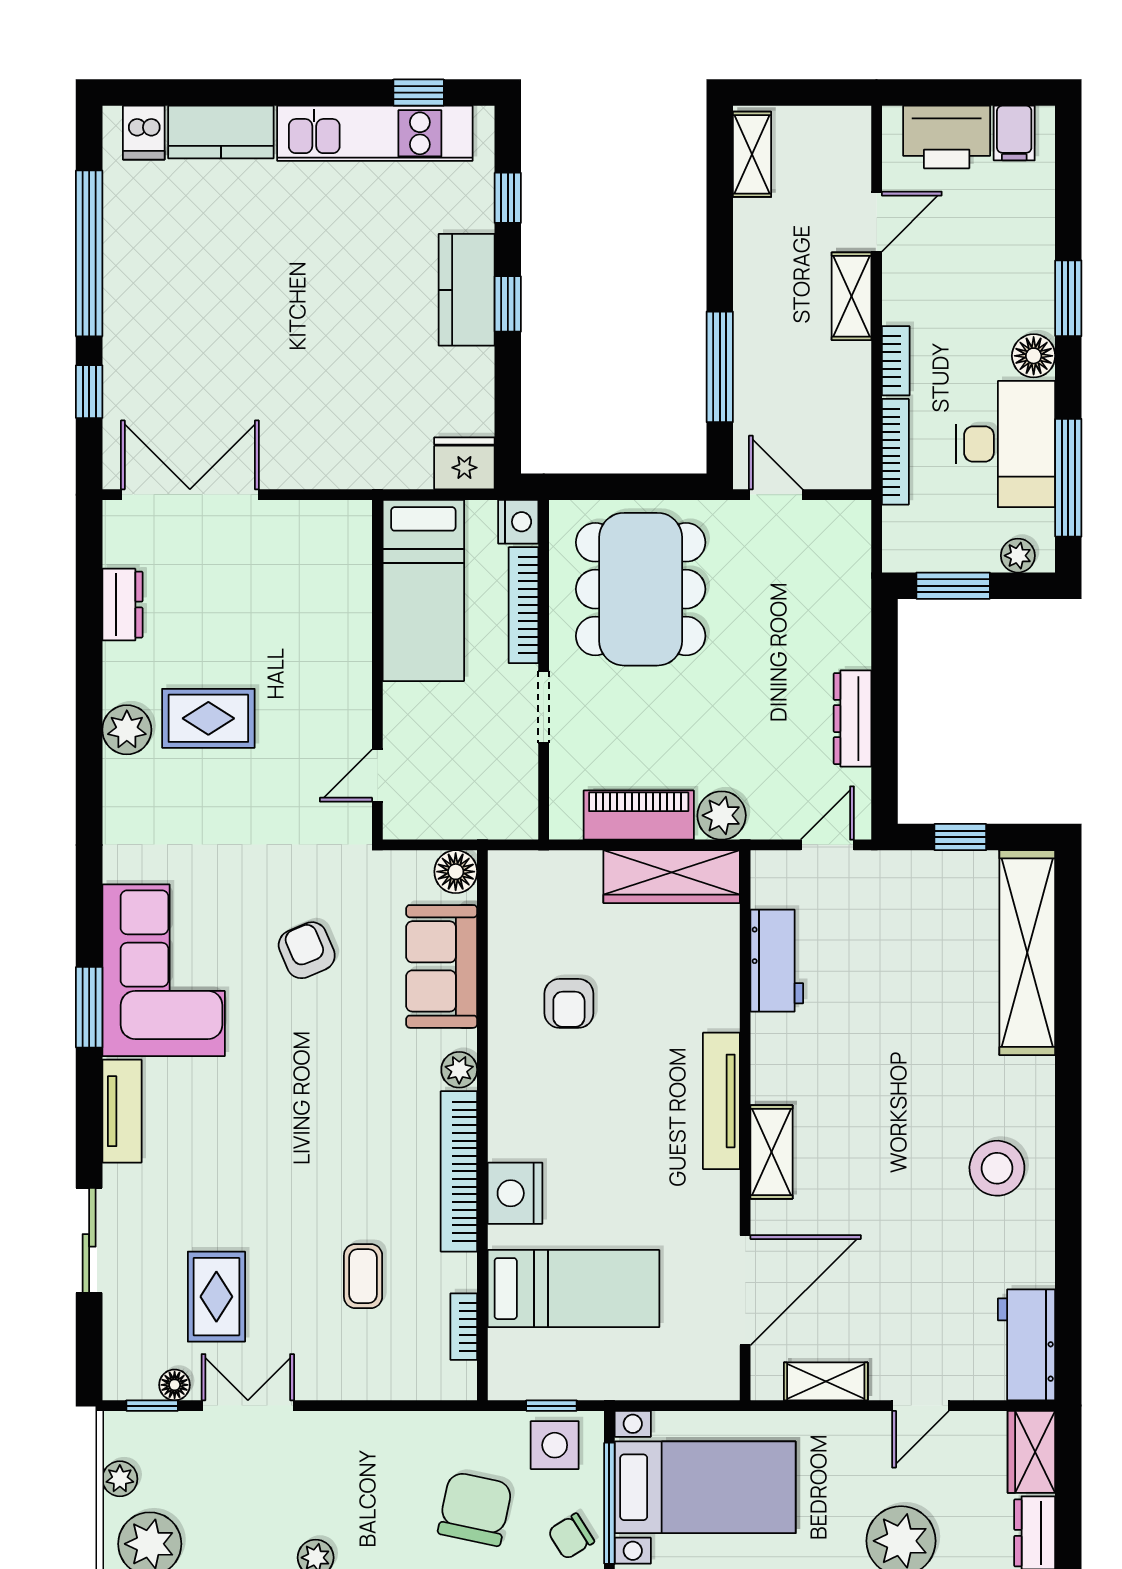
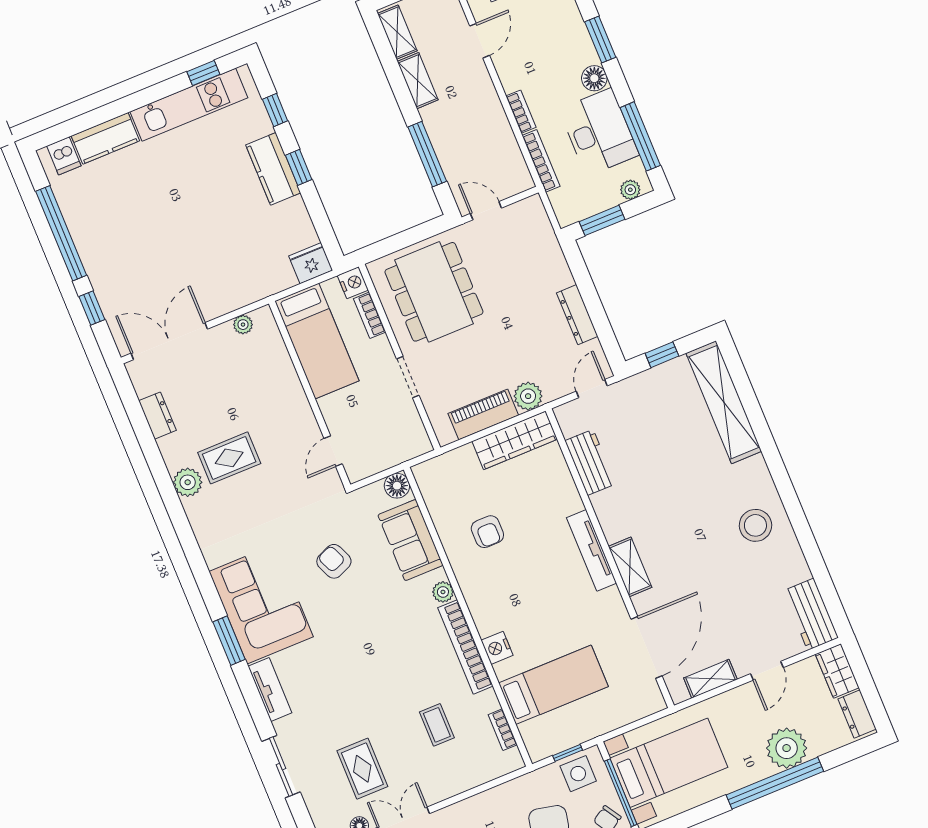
shelving: (852, 296) -> (418, 81), moved
plant: (317, 516) -> (243, 325), added
bookcase: (524, 605) -> (370, 315), width x0.64
nightstand: (515, 1193) -> (497, 648), width x0.74, depth x0.75

